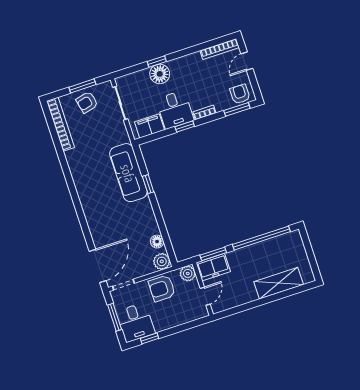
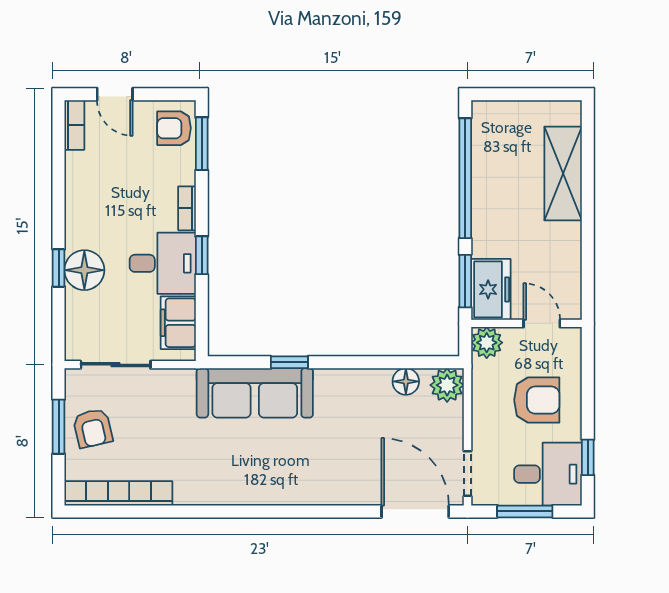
bookcase: (220, 49) -> (74, 125), width x0.64
armchair: (162, 288) -> (537, 400), moved, turned -90

